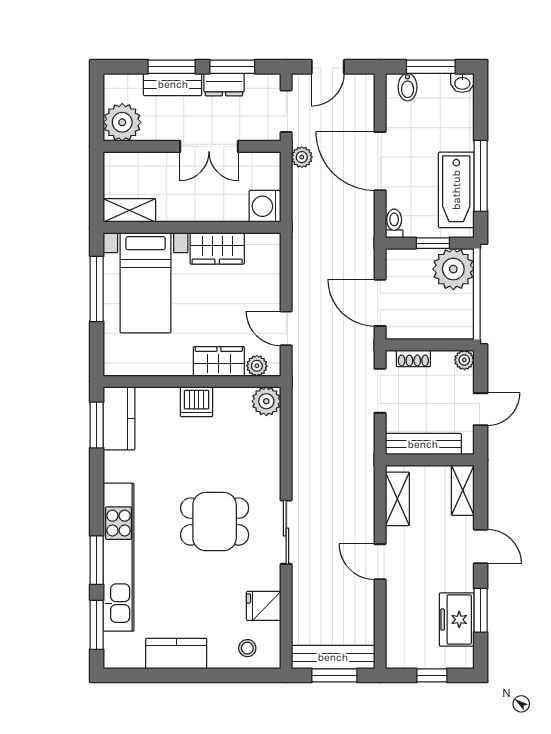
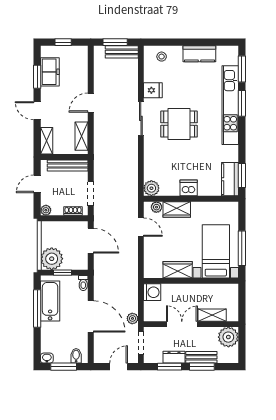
shelving: (129, 210) -> (212, 315), moved
door: (380, 562) -> (91, 103), swing flipped
fridge: (264, 606) -> (153, 90), moved
bench: (333, 657) -> (122, 52), width x0.73

